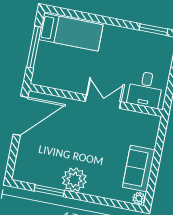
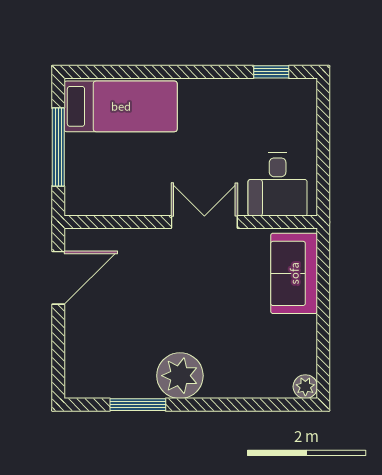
window: (153, 30) -> (271, 72), width x0.67
door: (21, 116) -> (58, 278), width x0.73
sofa: (139, 168) -> (294, 273), moved

